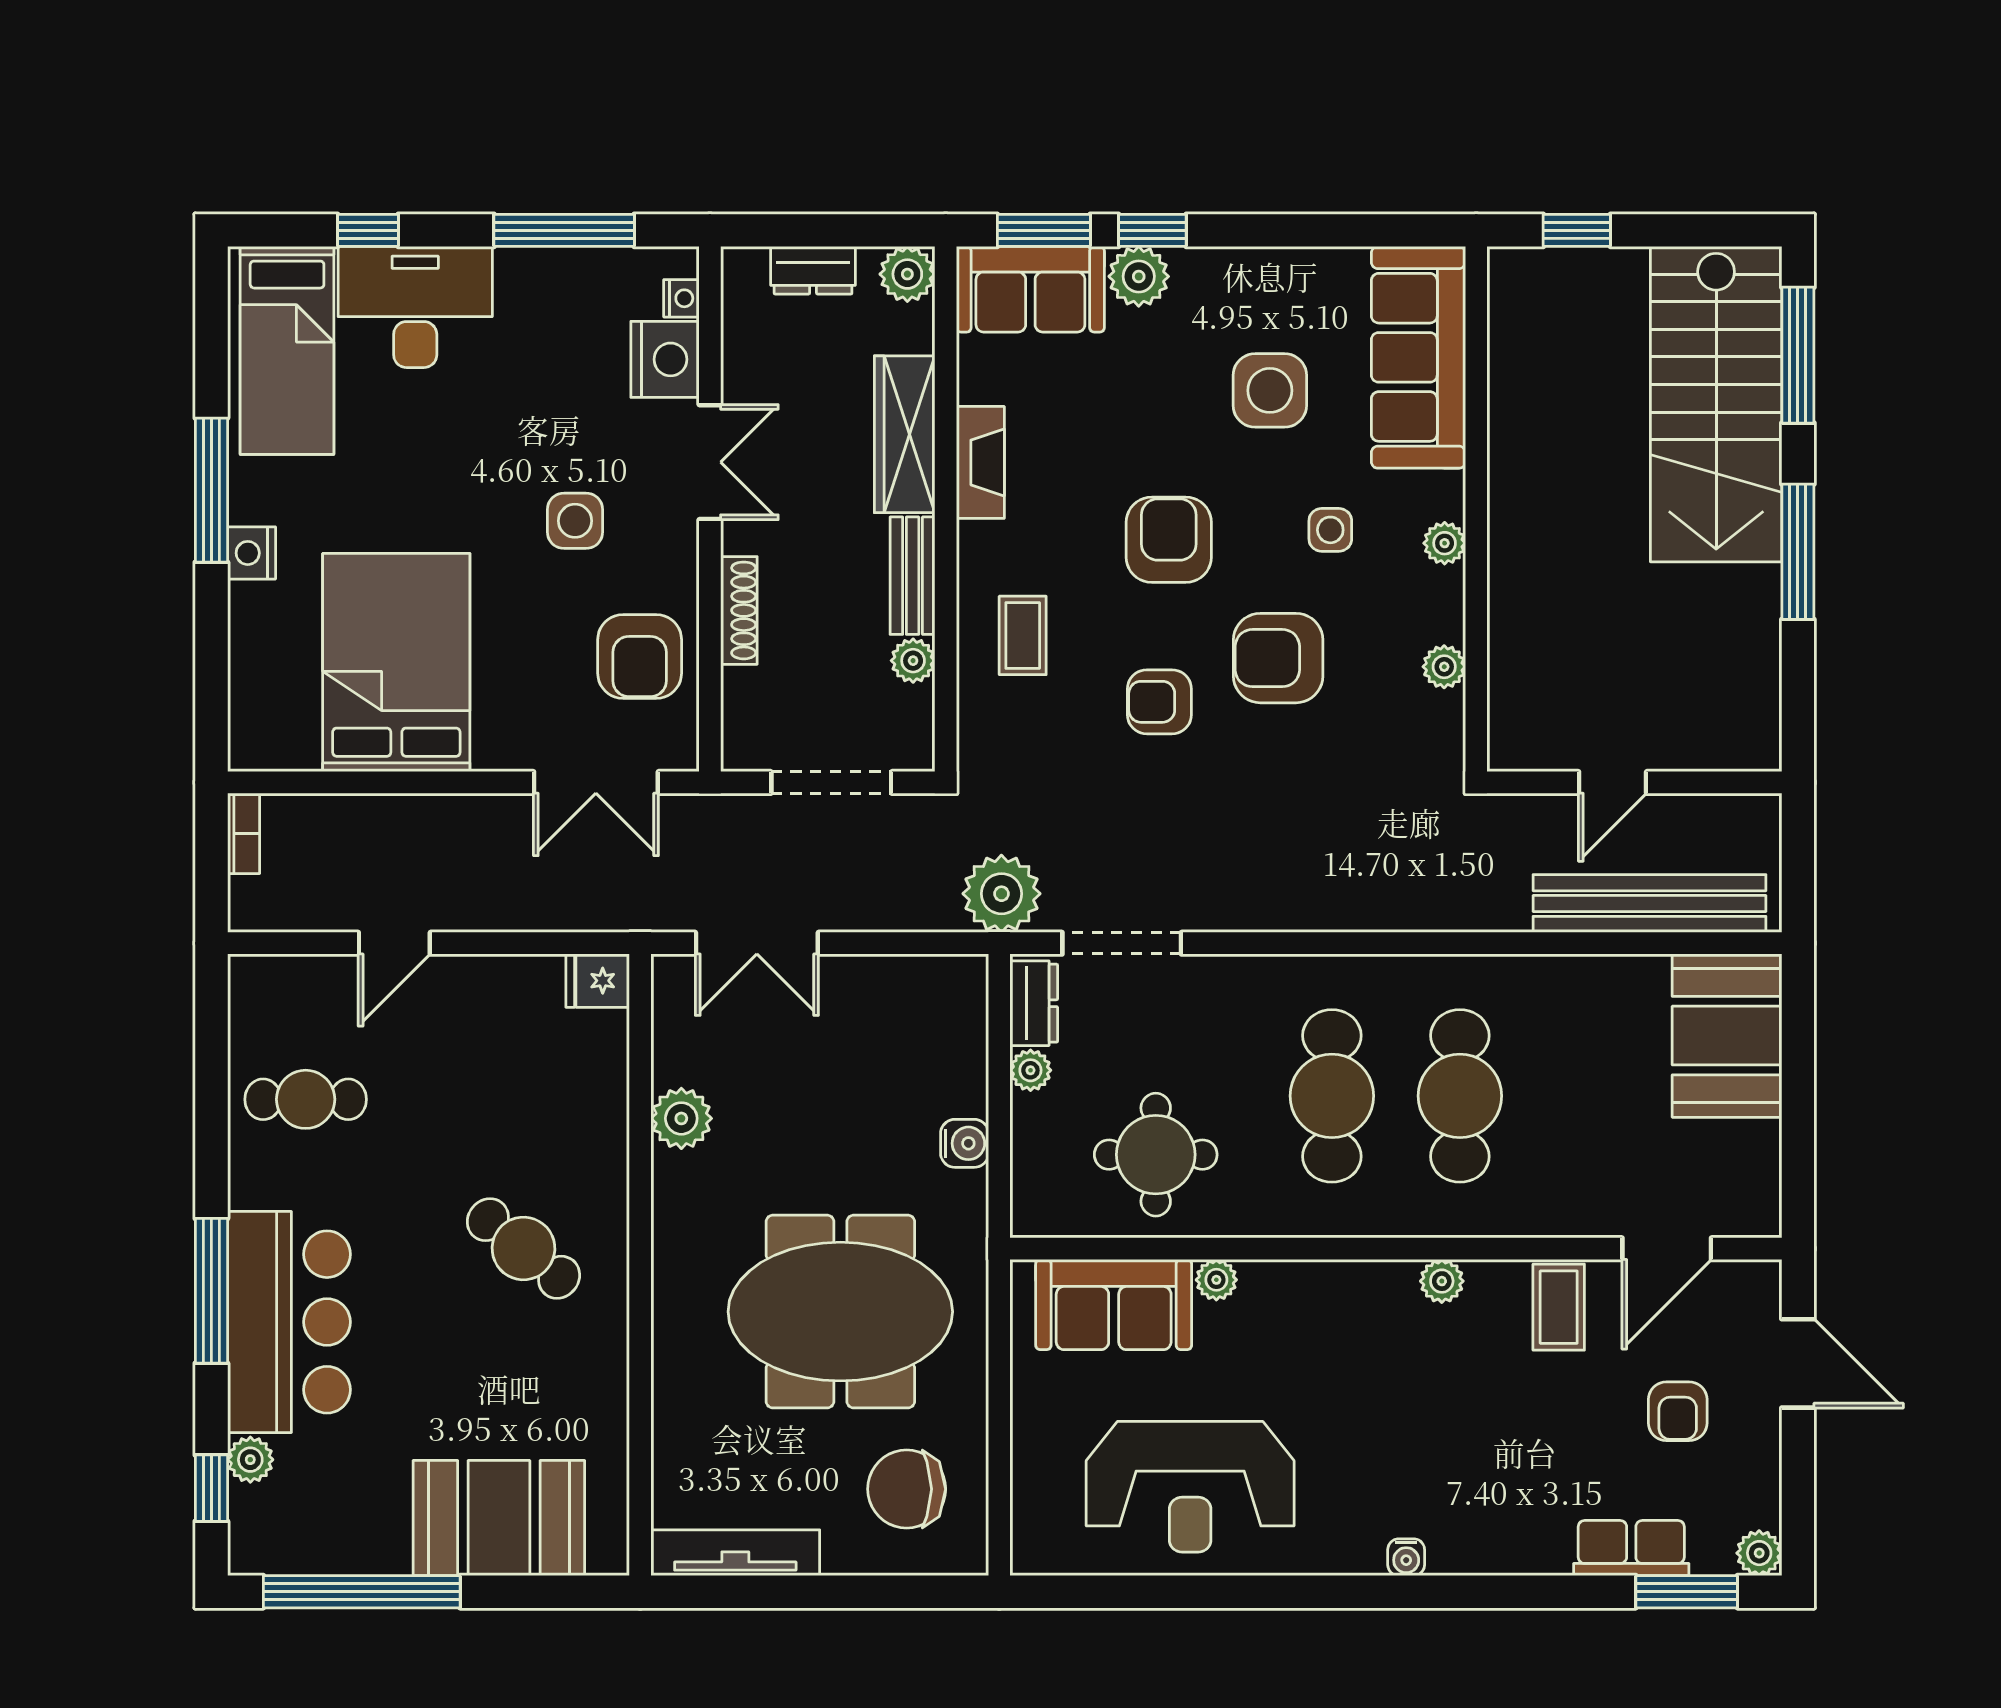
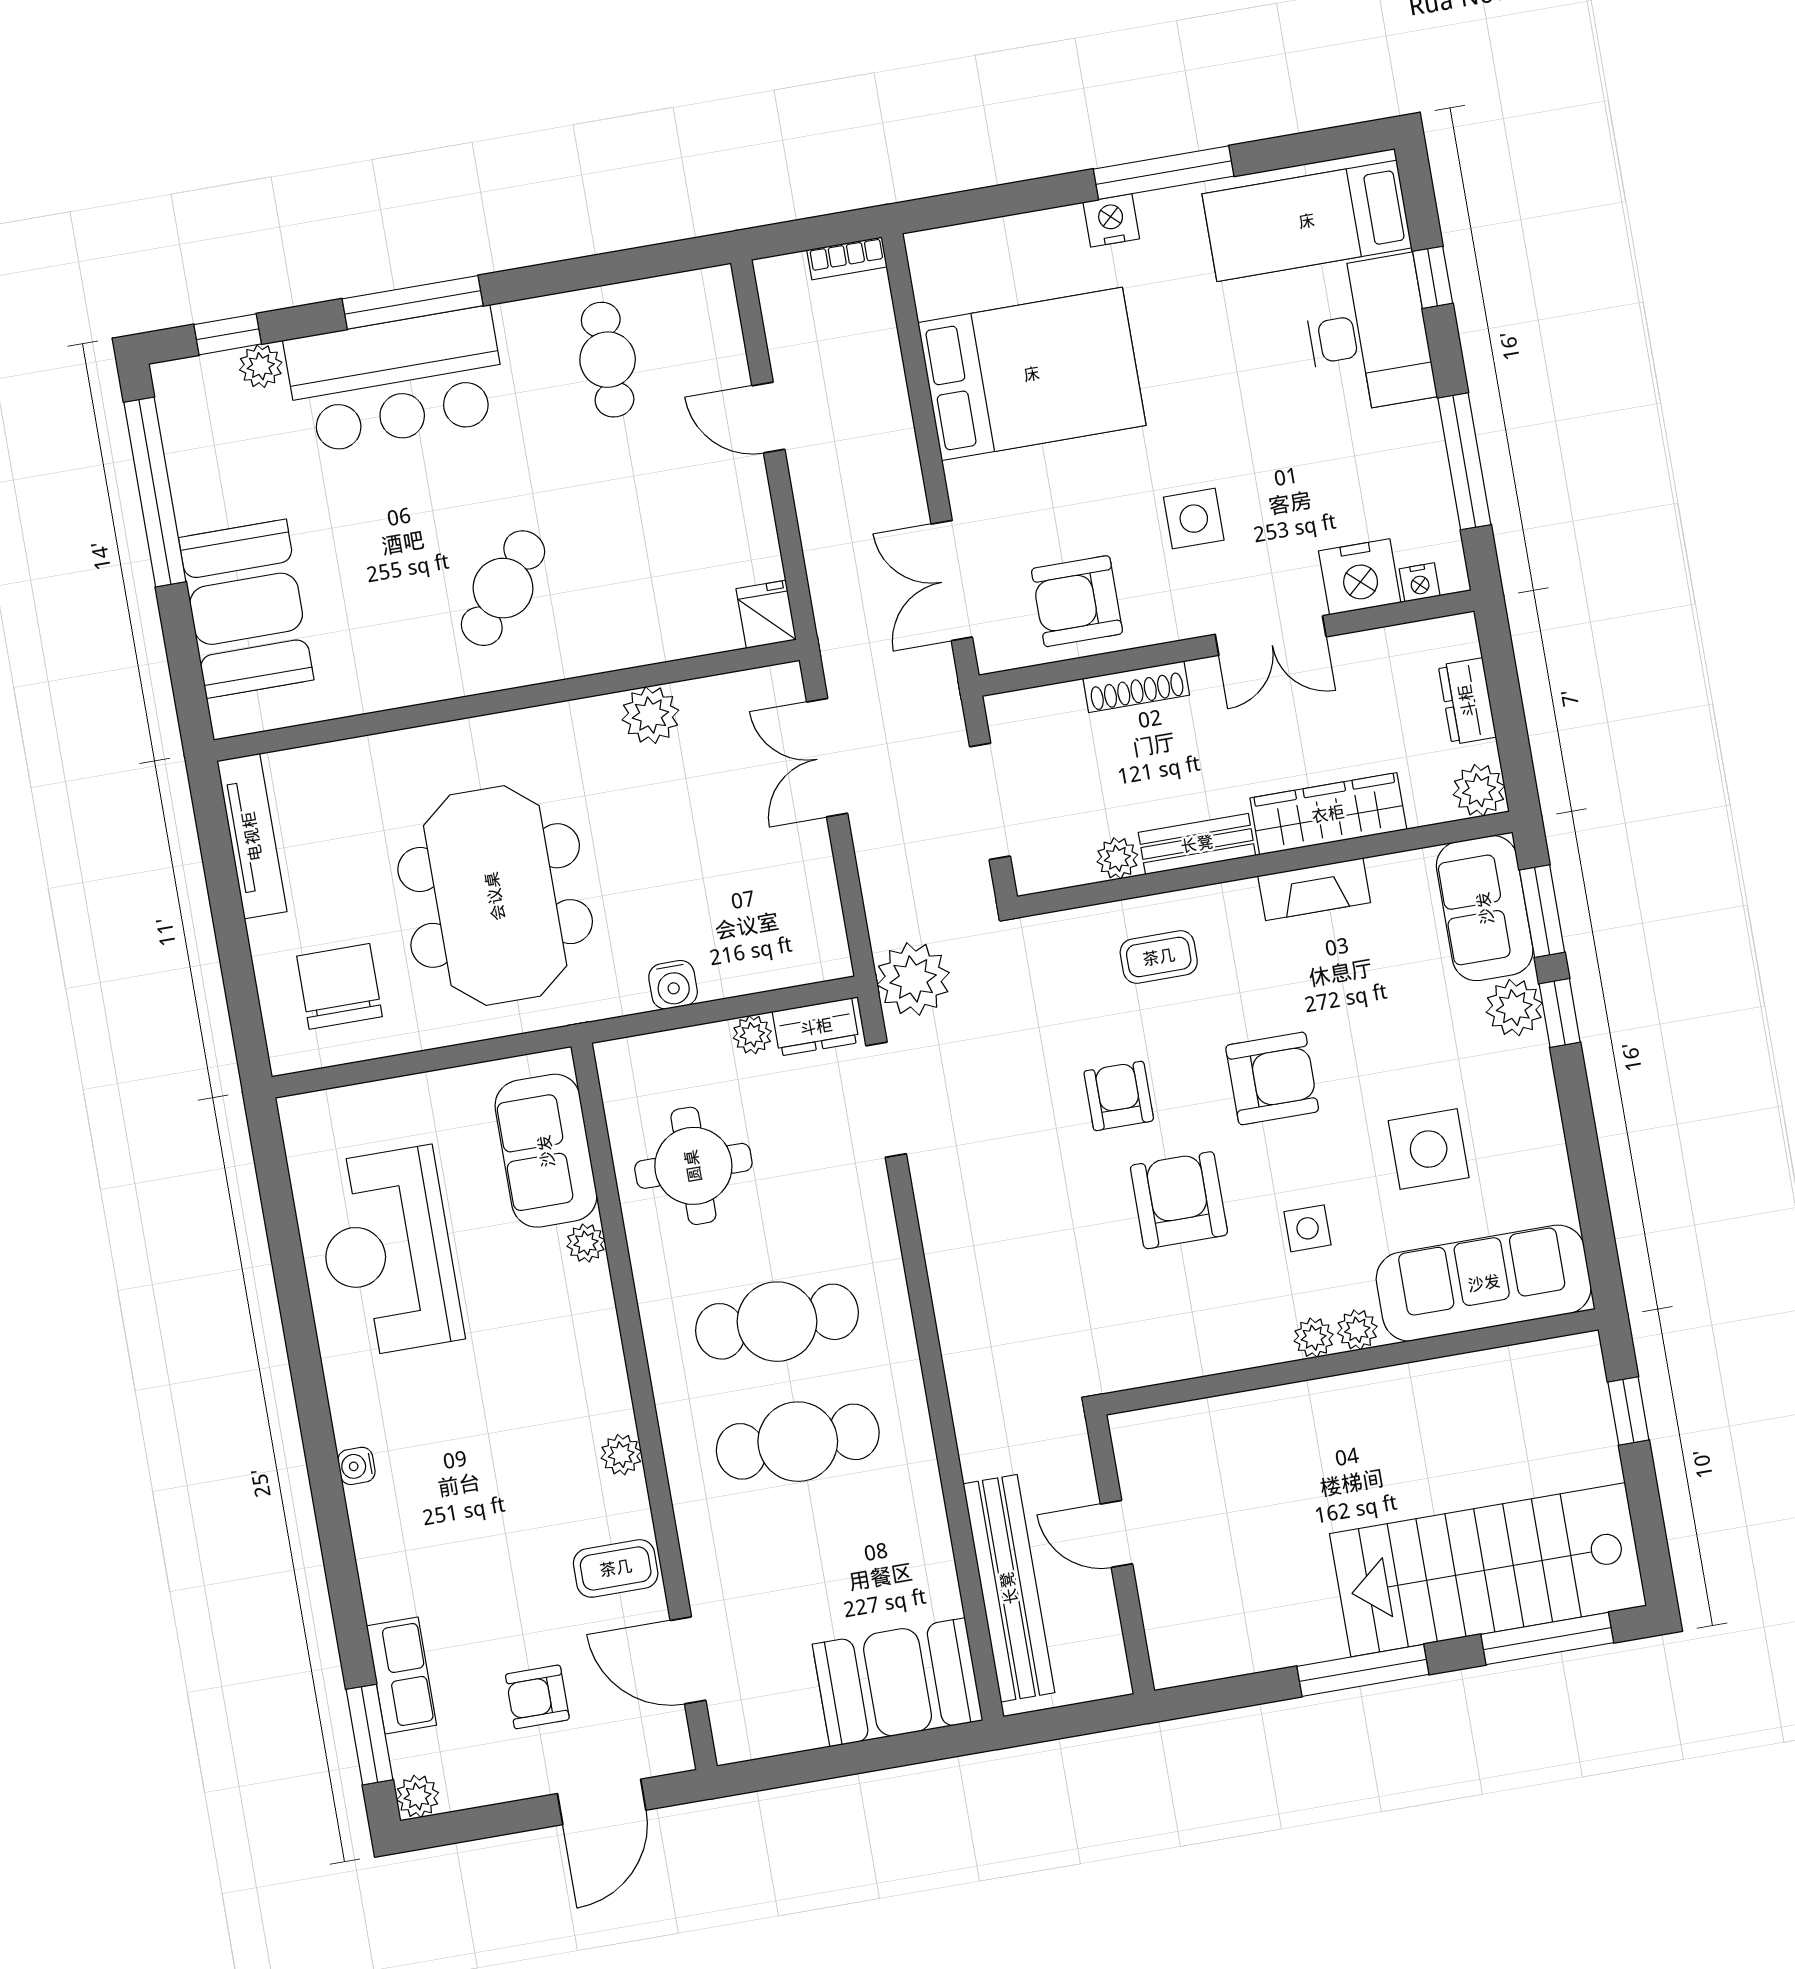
plant: (1444, 667) -> (1357, 1330), moved

